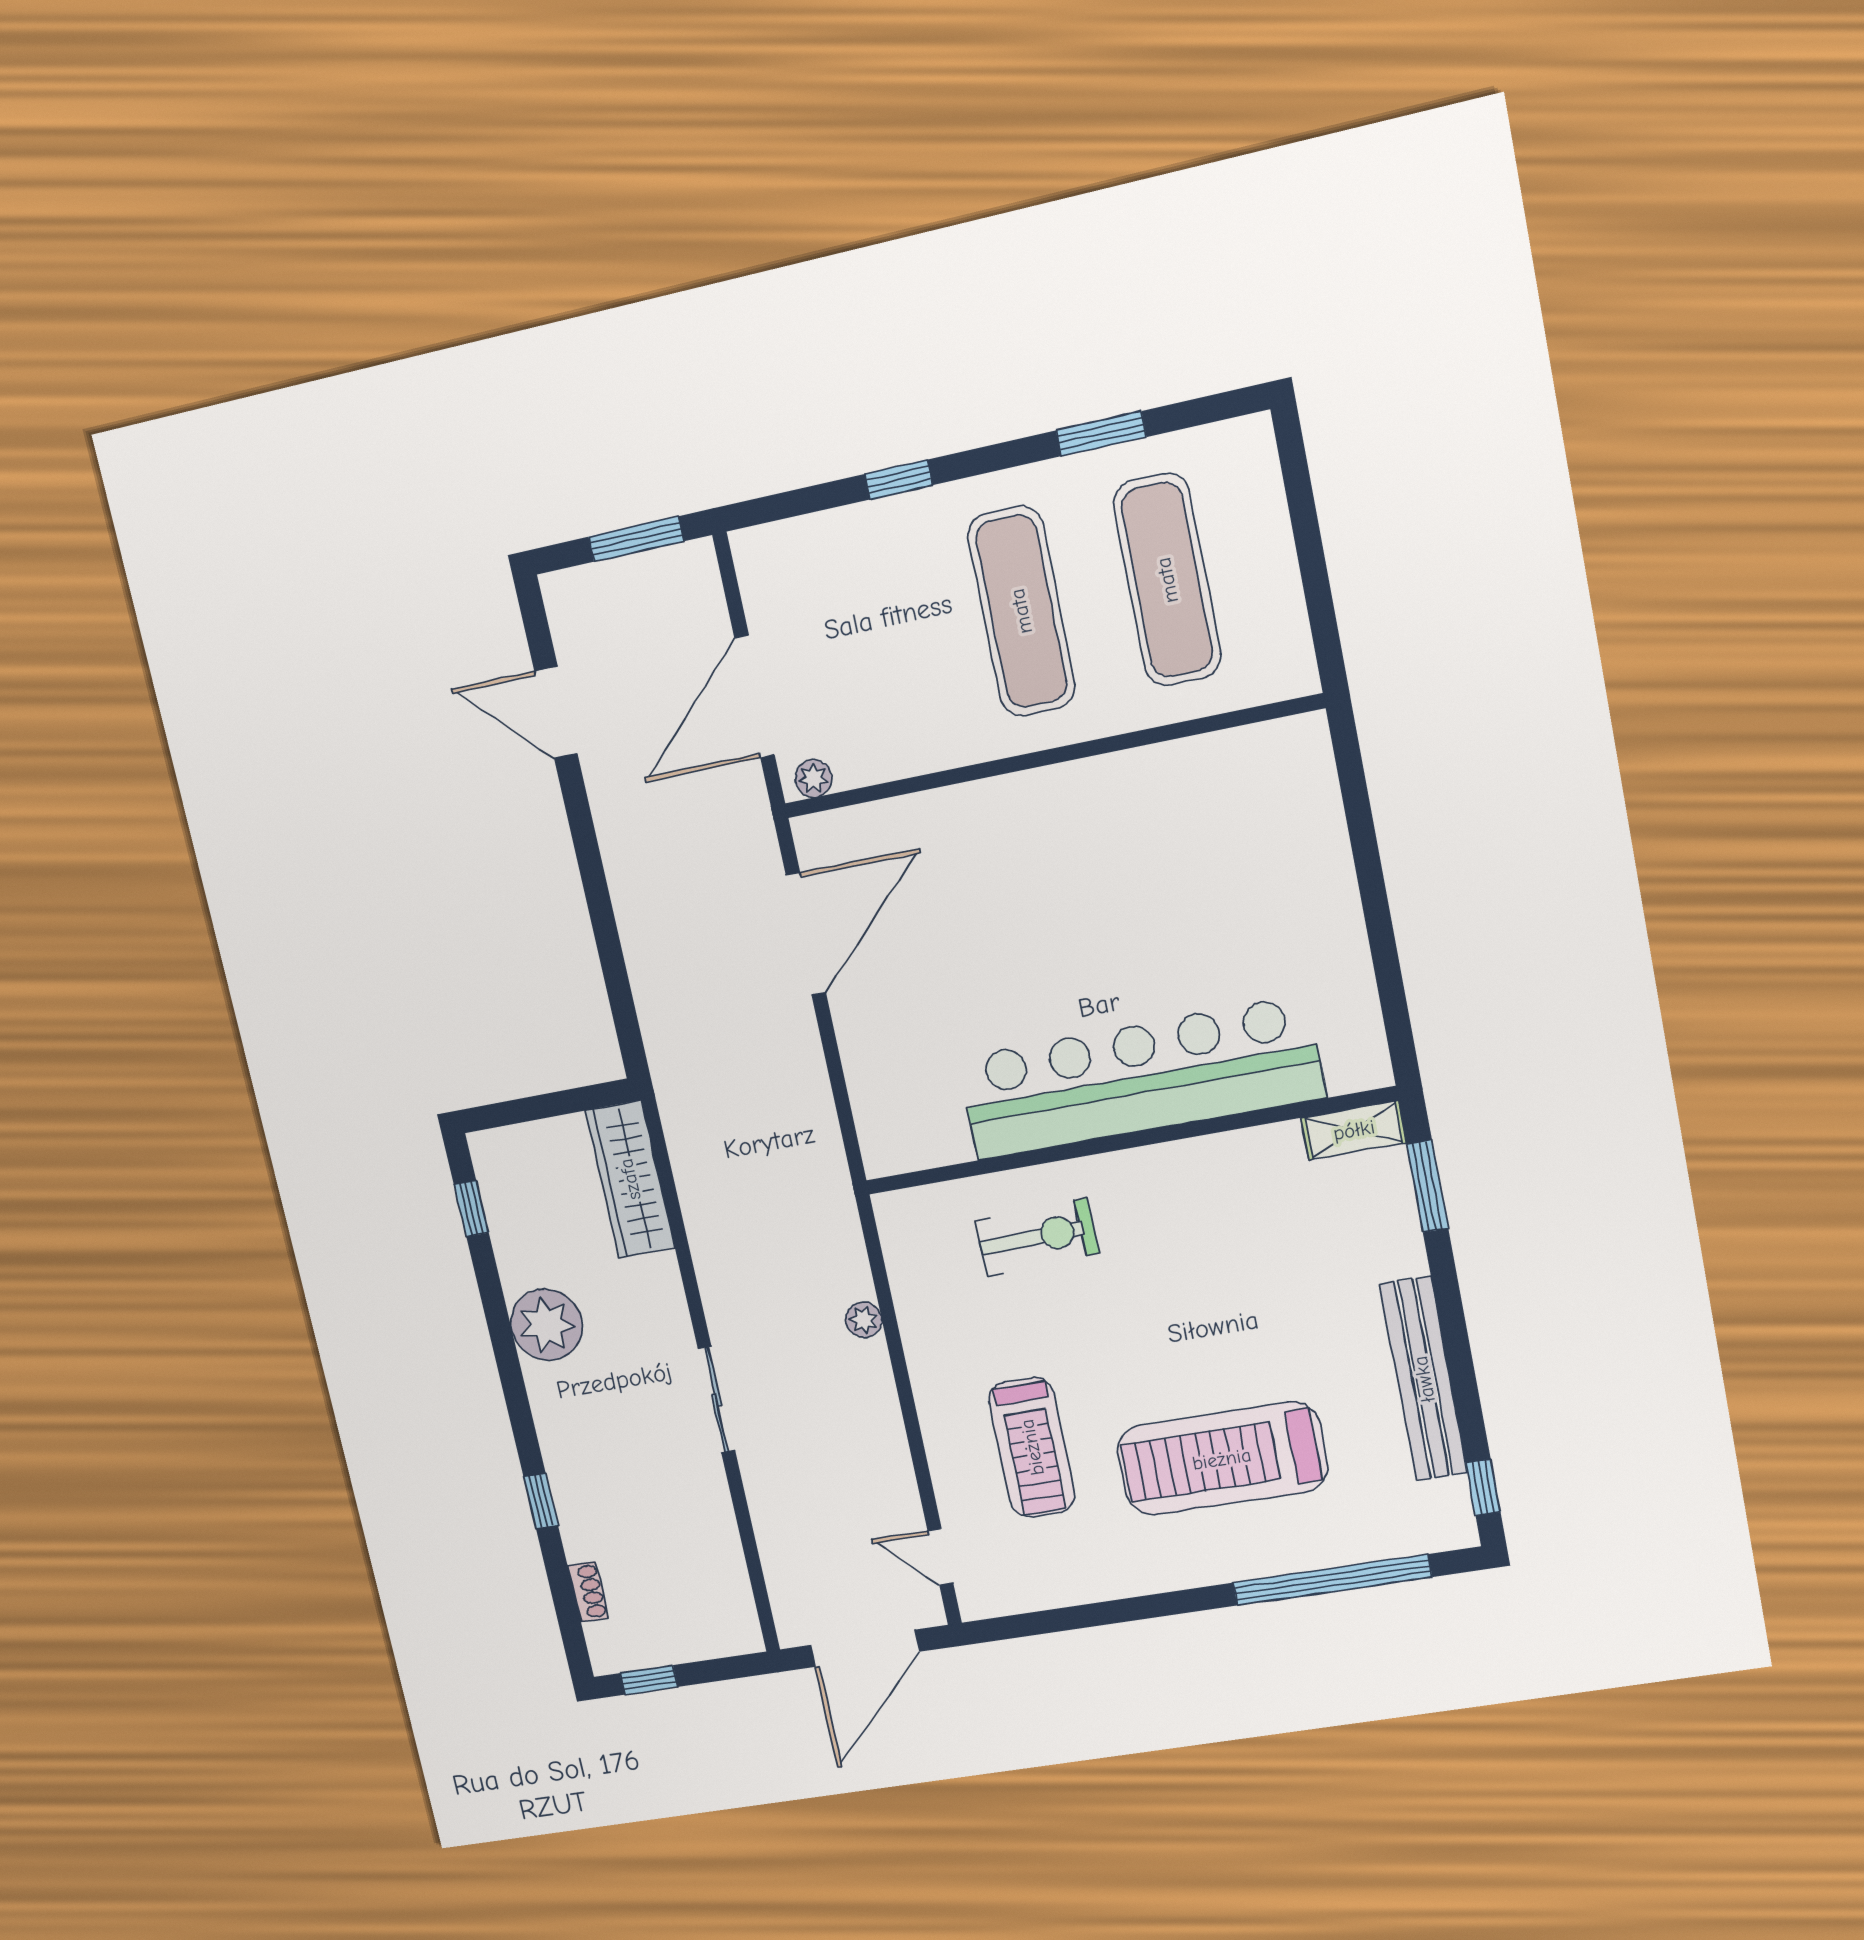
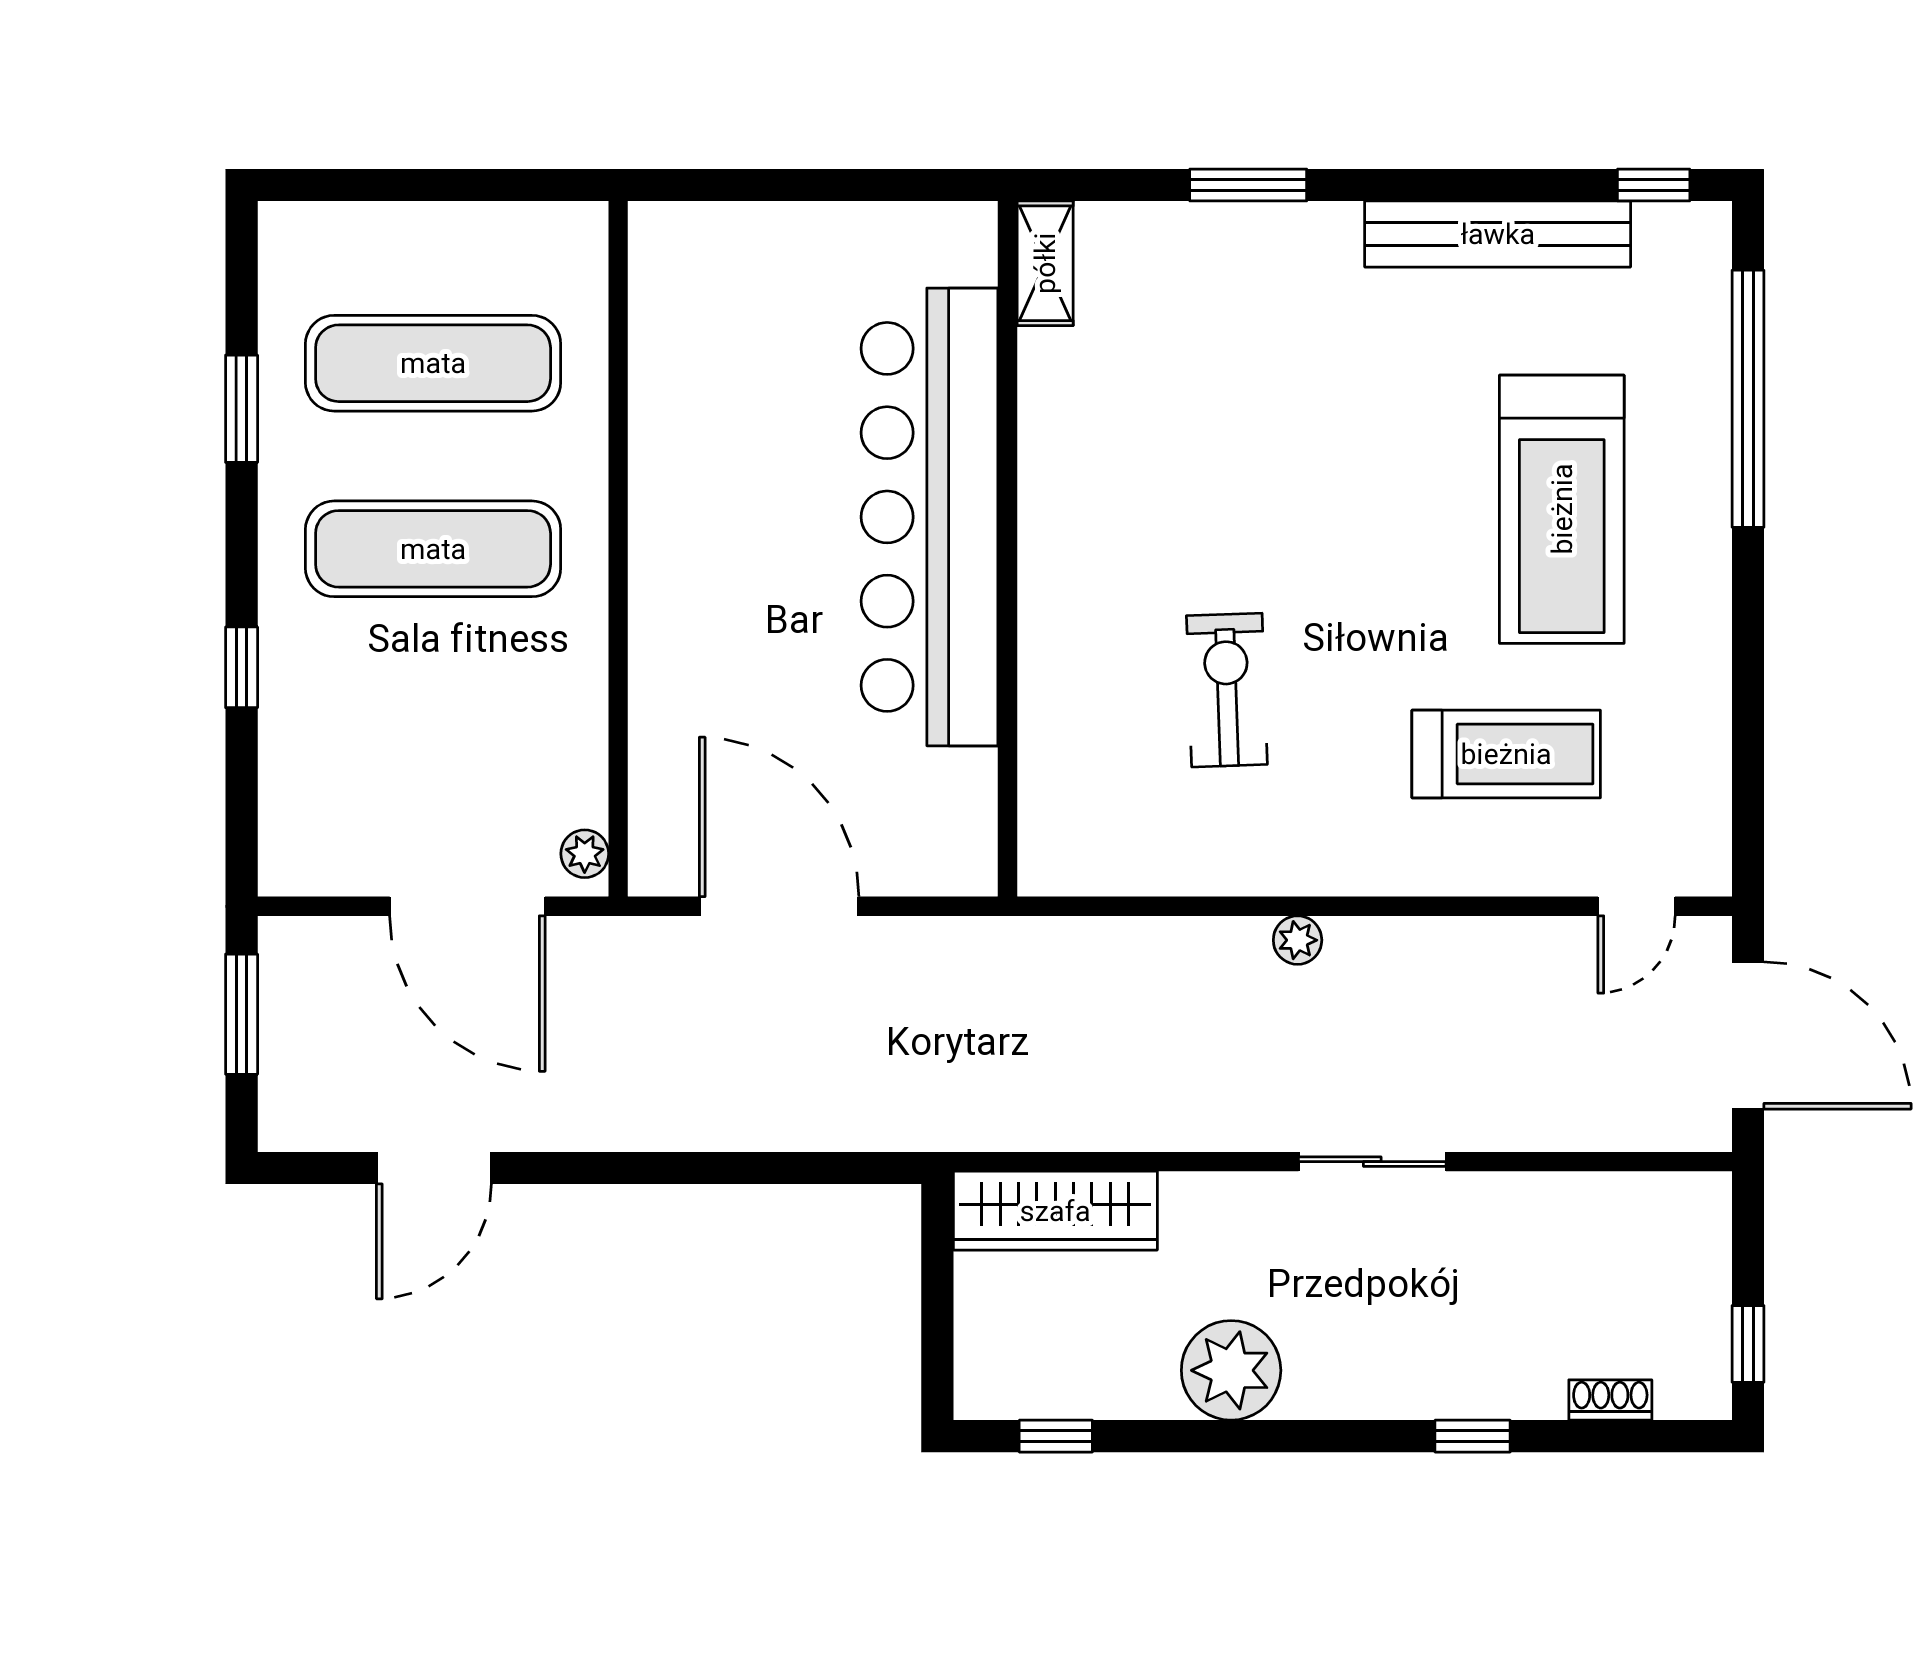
bar counter: (1140, 1078) -> (930, 517), moved
shelving: (1354, 1130) -> (1045, 263), moved
wall: (1128, 1141) -> (1008, 549), moved

